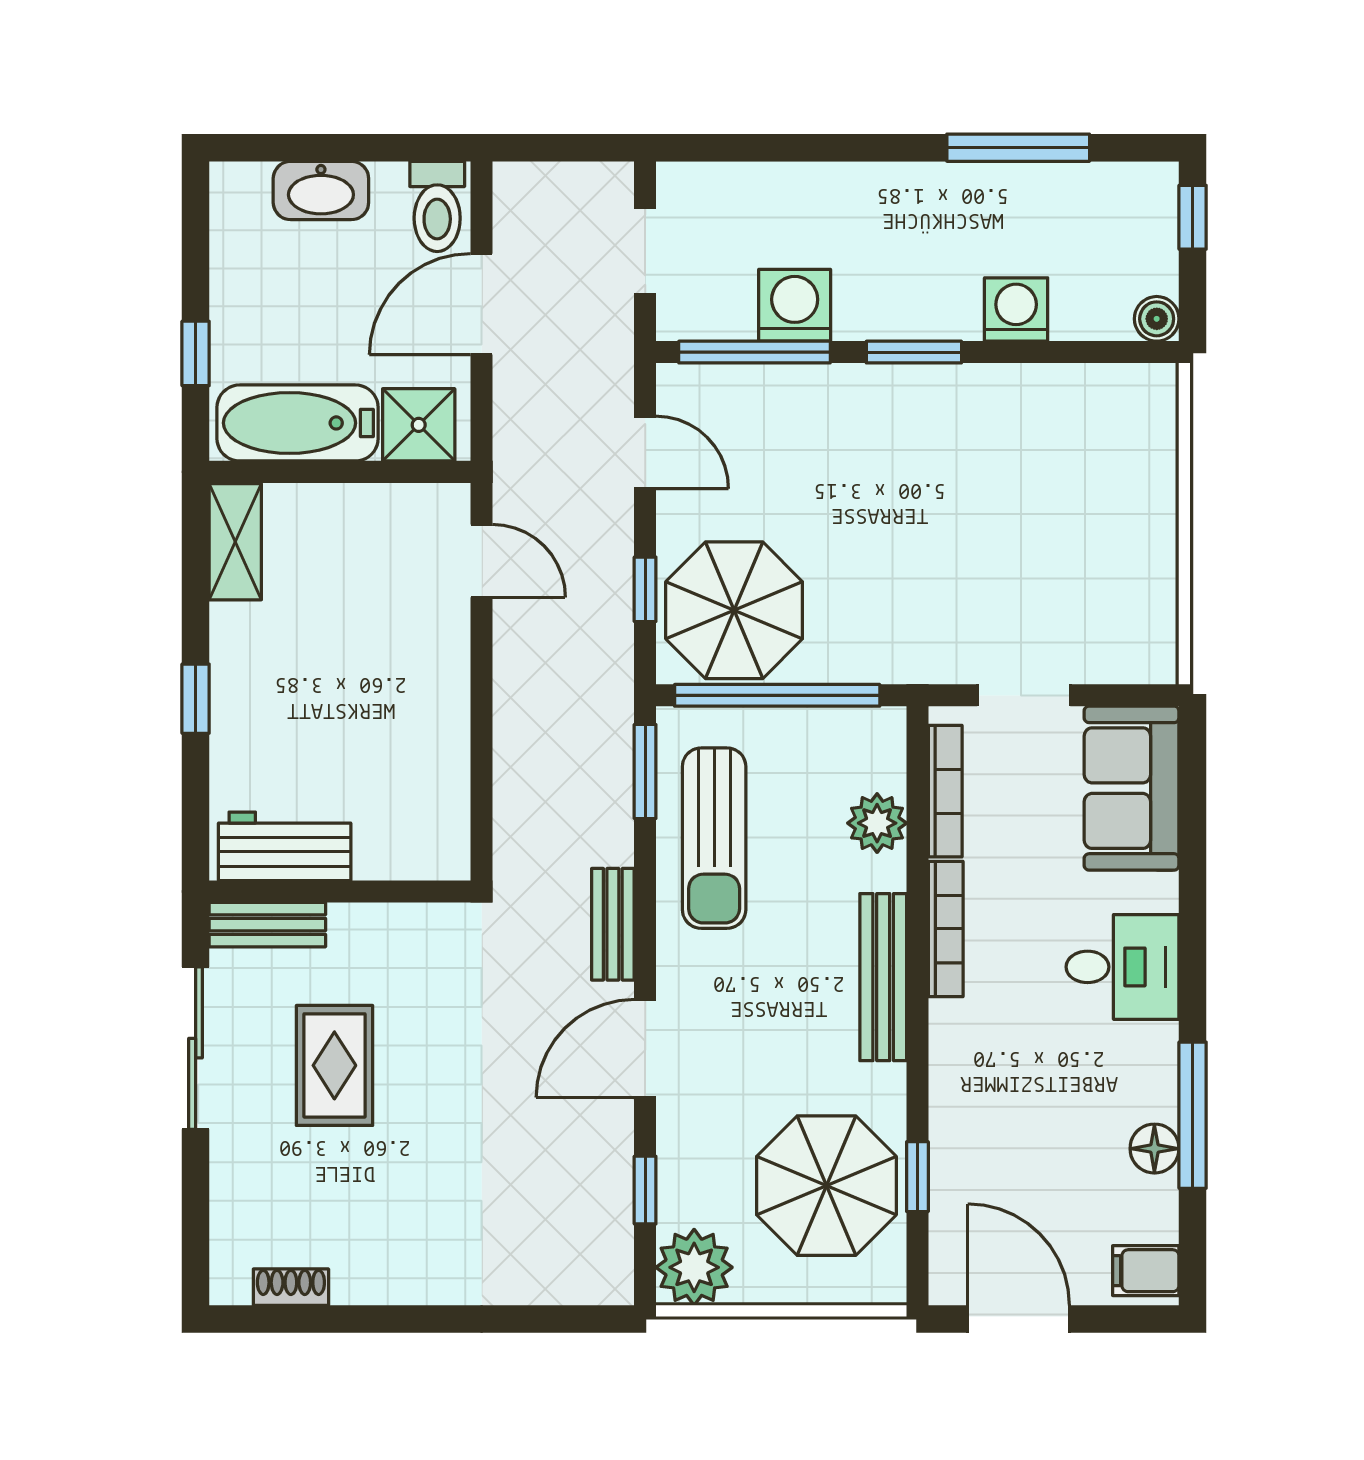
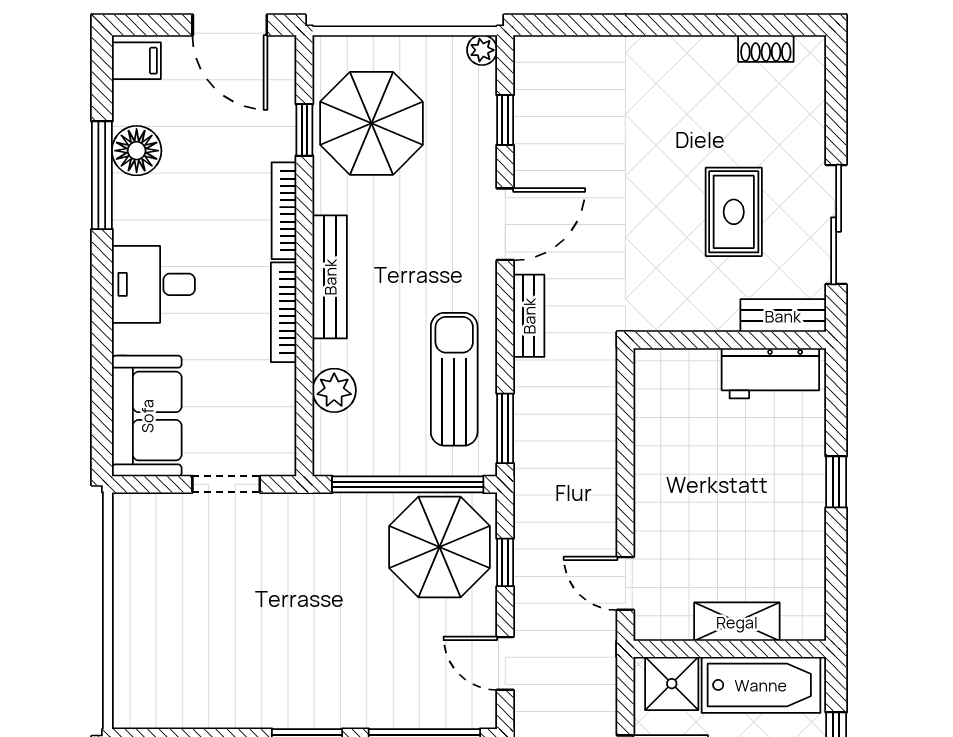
shelving: (235, 542) -> (737, 622), moved, turned 90
bookcase: (945, 791) -> (284, 211), moved
floor lamp: (1154, 1149) -> (137, 151), width x1.38, depth x1.38
plant: (694, 1267) -> (482, 50), width x0.53, depth x0.53

